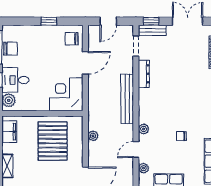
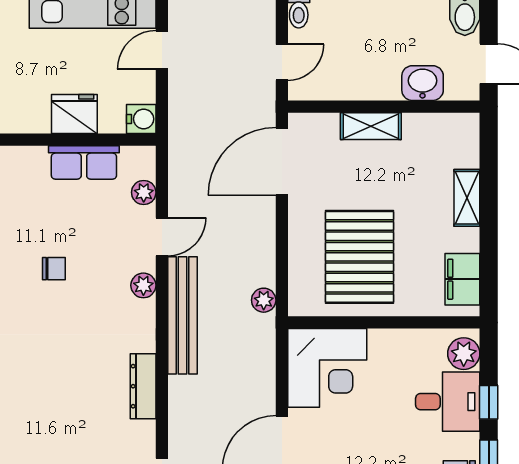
dresser: (144, 74) -> (143, 386), moved
bench: (127, 99) -> (182, 315), moved
plant: (93, 136) -> (264, 300), moved

